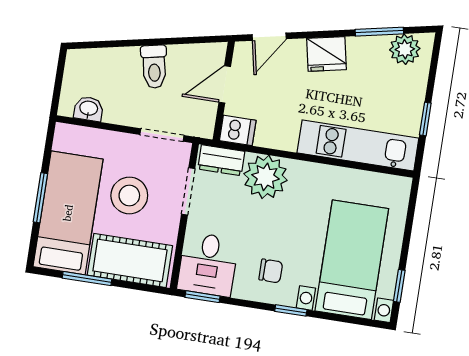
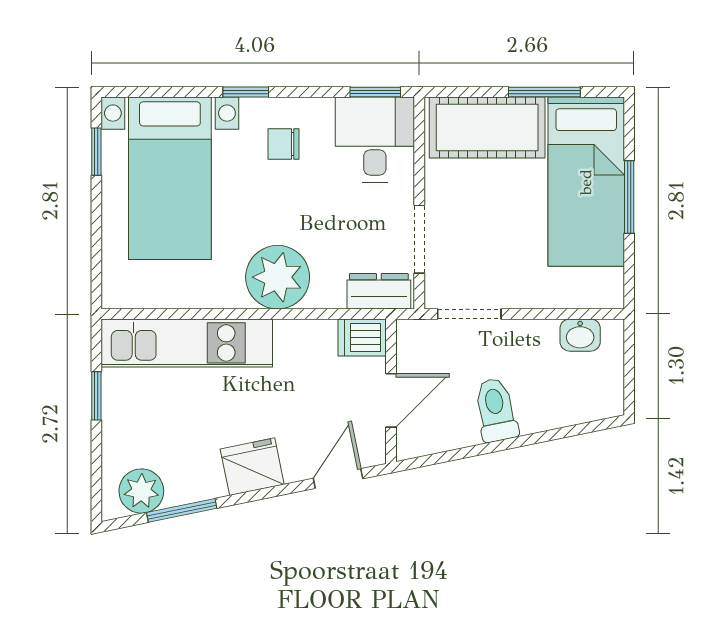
plant: (266, 177) -> (278, 277), moved
stool: (129, 195) -> (502, 220), removed

